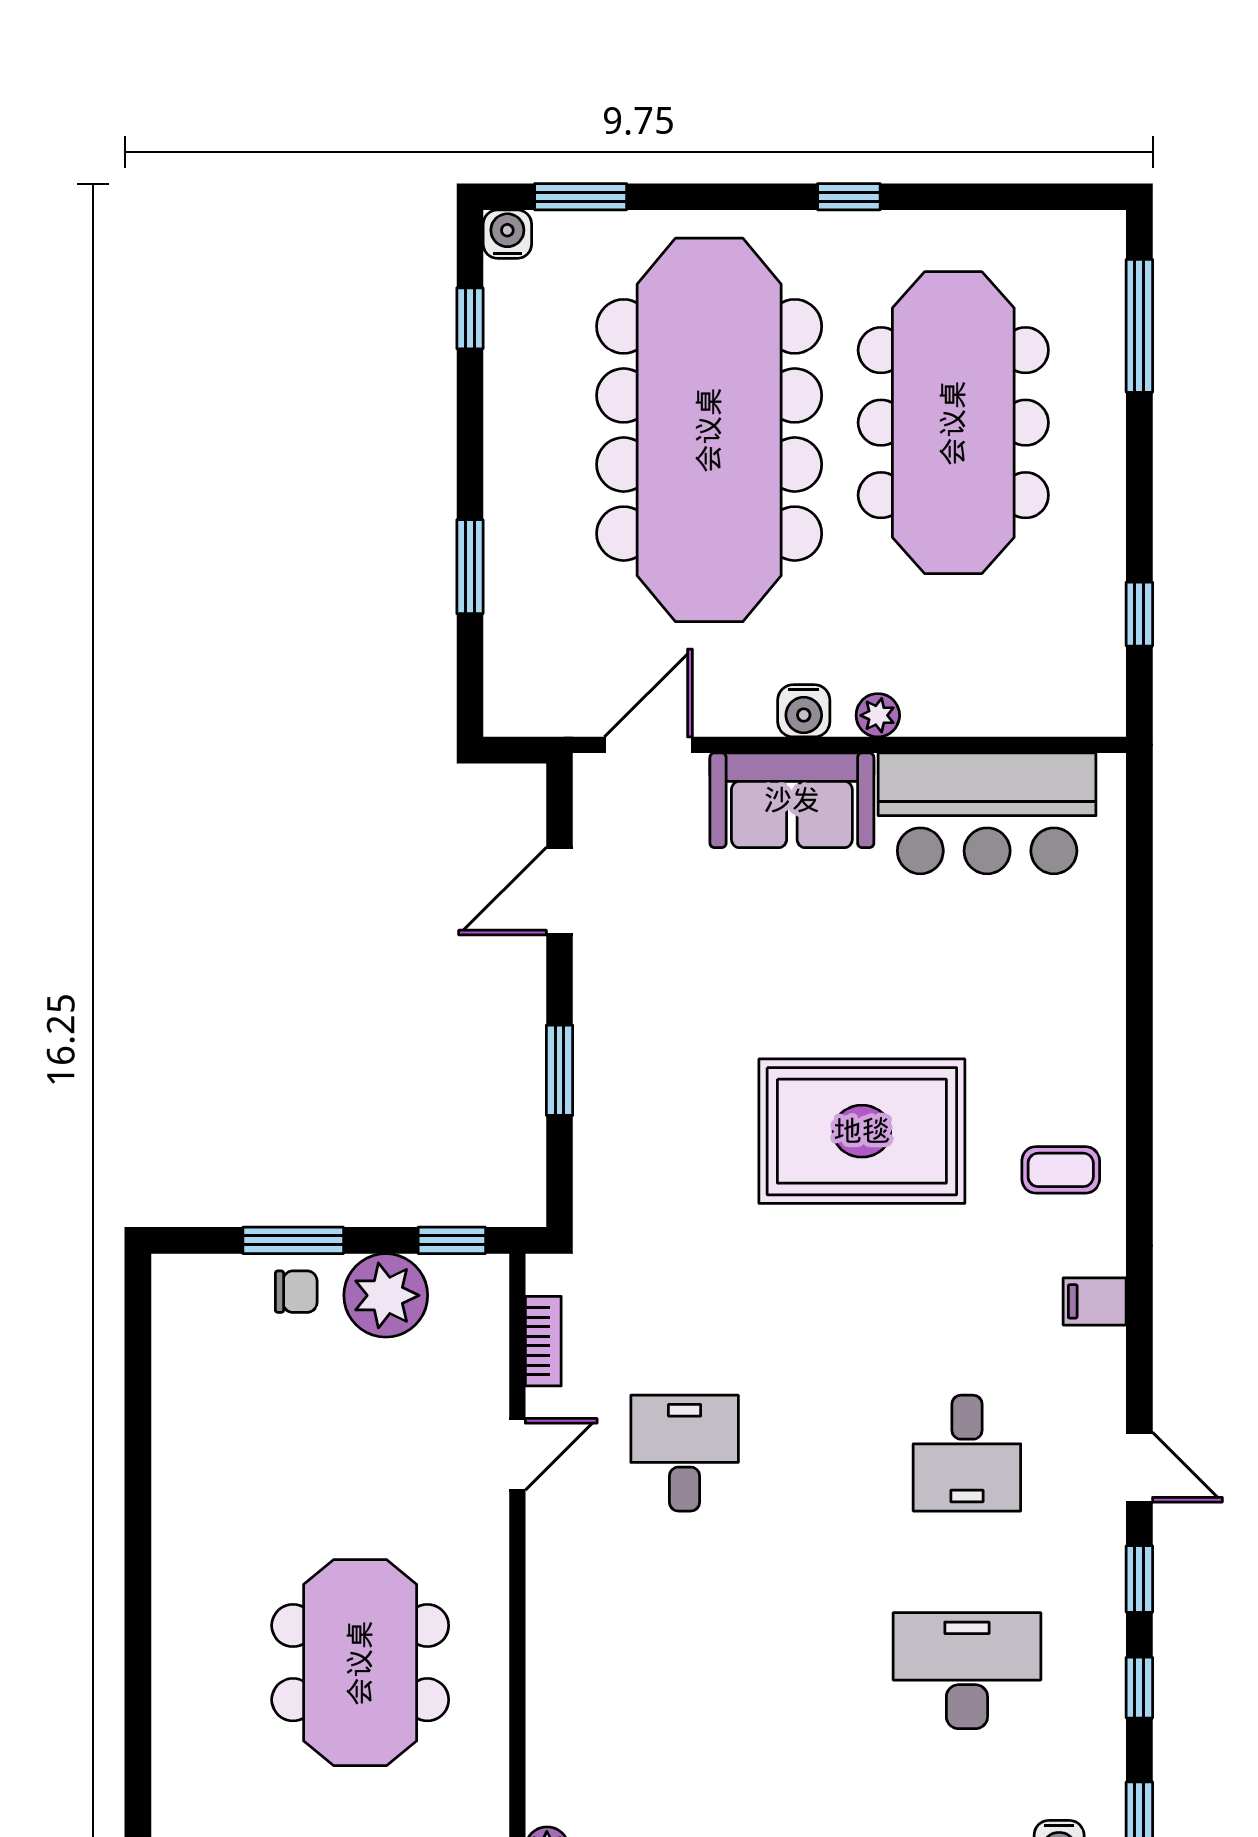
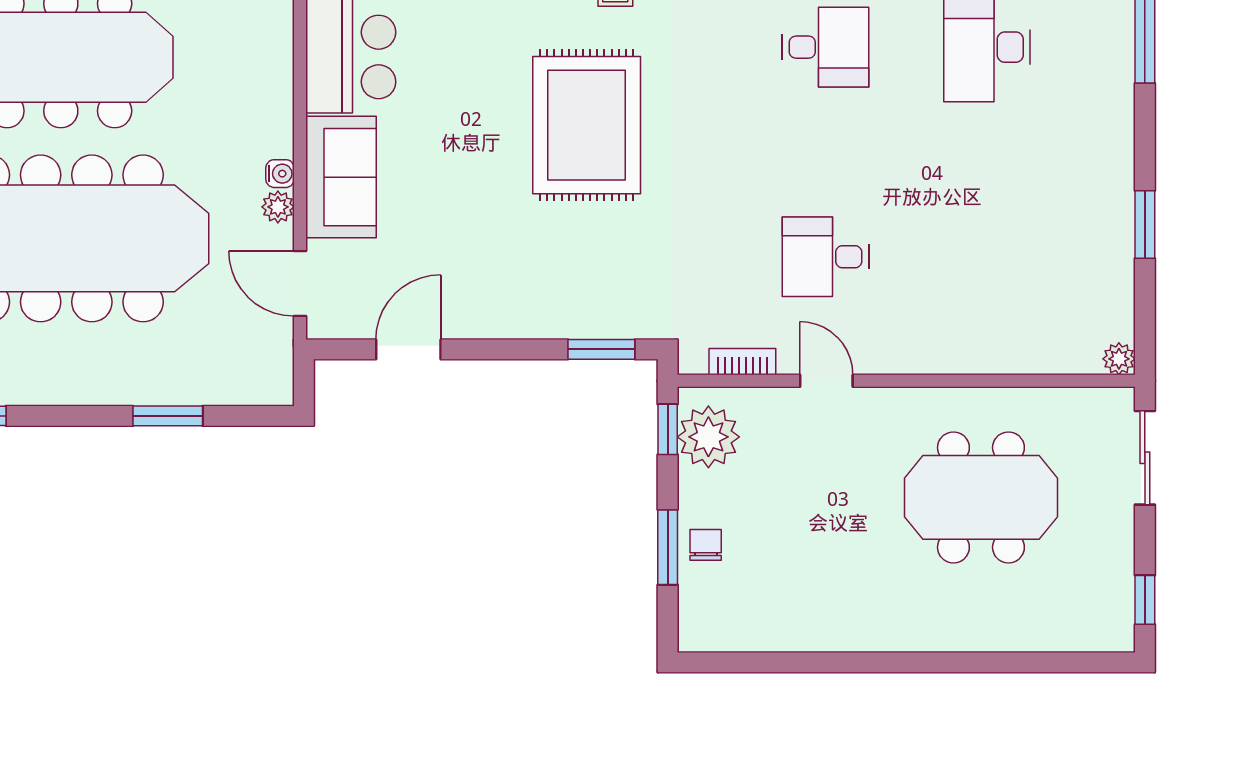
water cooler: (804, 711) -> (280, 174), width x0.72, depth x0.72
plant: (878, 715) -> (278, 207), moved
door: (560, 891) -> (408, 349), swing flipped
window: (560, 1070) -> (601, 349), moved
plant: (386, 1295) -> (708, 437), moved

